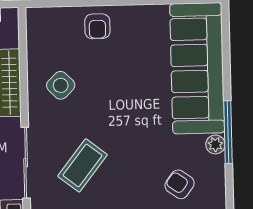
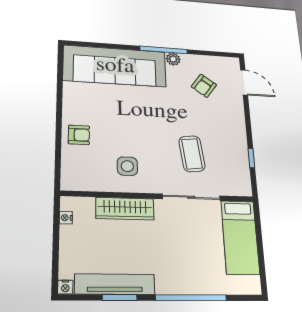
side table: (61, 85) -> (127, 166), turned 45
coffee table: (83, 165) -> (192, 154), turned 45

